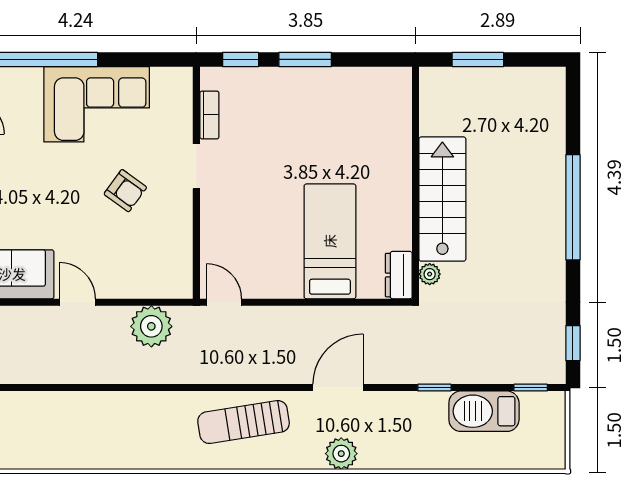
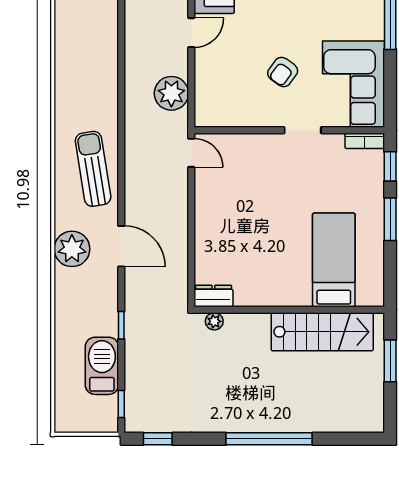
corner sofa: (97, 104) -> (353, 84), moved
bookcase: (209, 115) -> (365, 141), moved
stairs: (442, 199) -> (322, 332), moved
bed: (330, 241) -> (334, 260), moved, turned -90
door: (224, 302) -> (191, 153), hinge flipped
plant: (341, 454) -> (72, 249), width x1.36, depth x1.36

